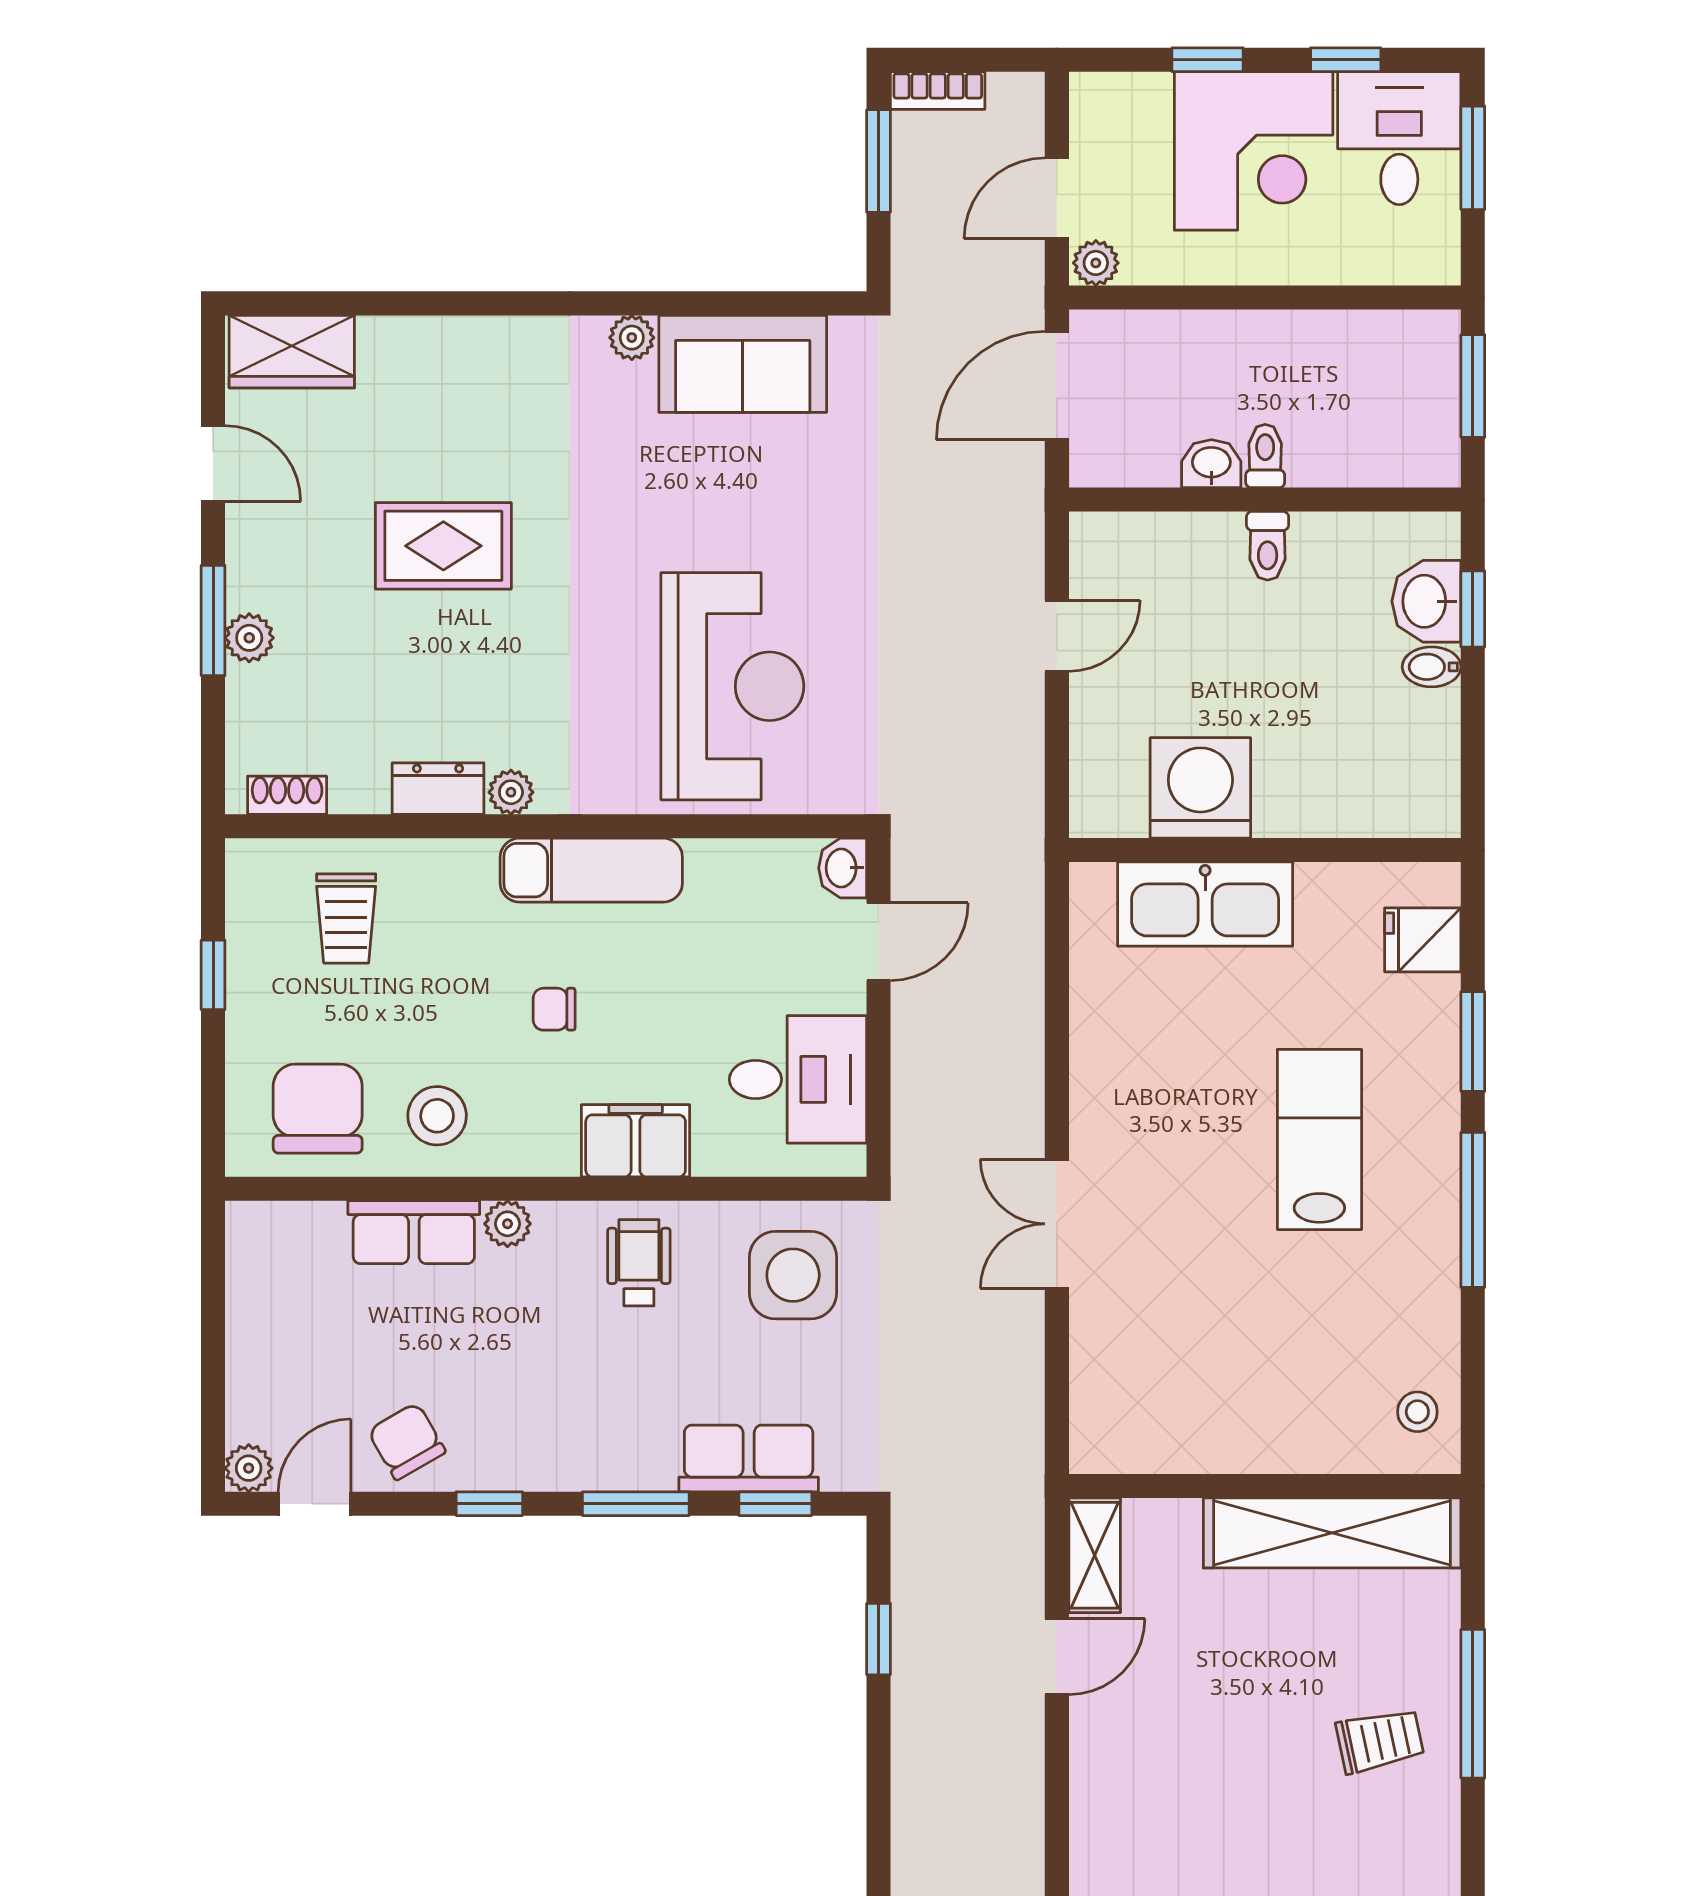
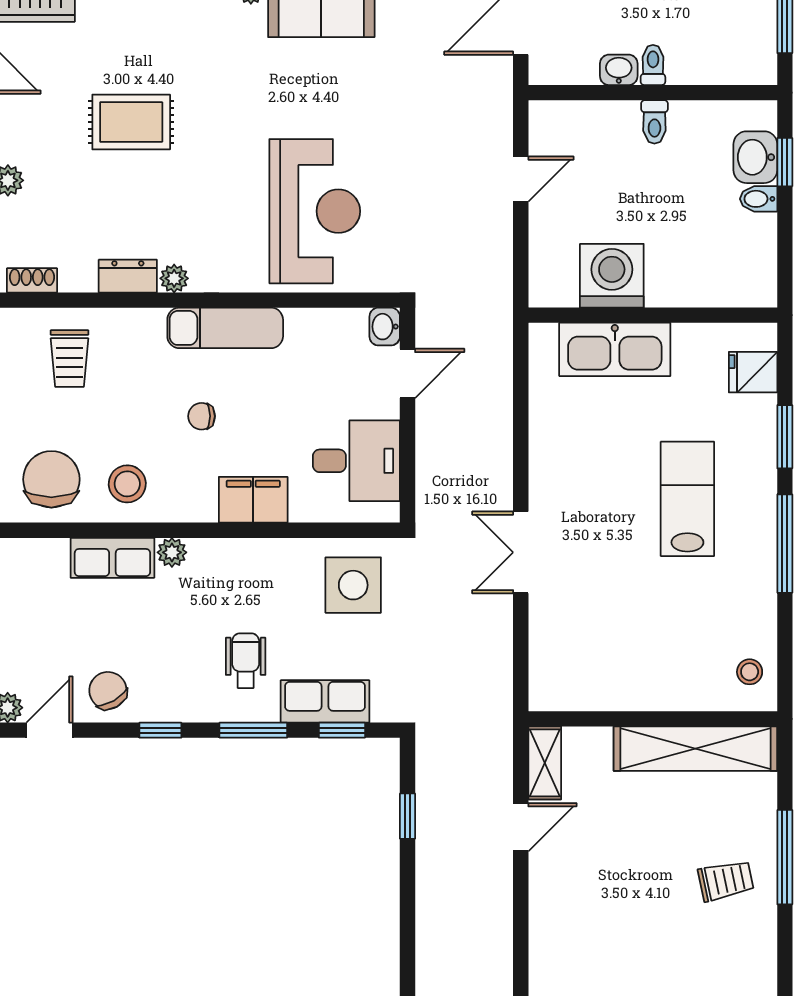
wheelchair: (639, 1263) -> (246, 661), moved

